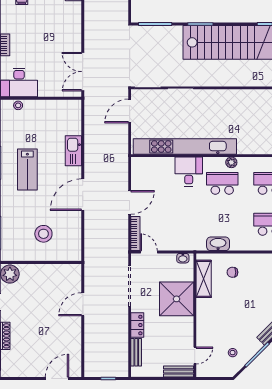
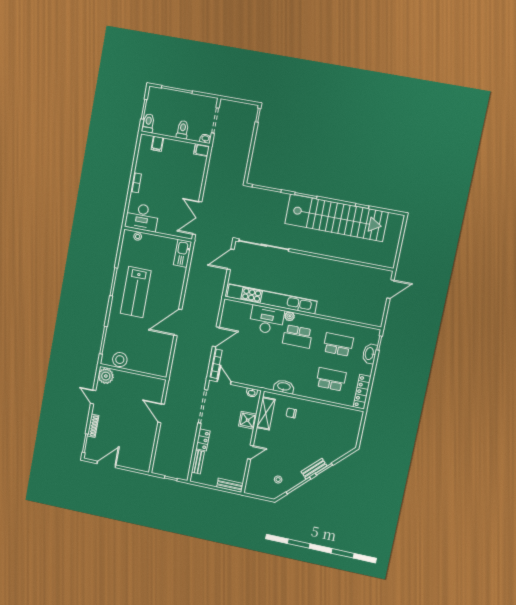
kitchen sink: (73, 151) -> (183, 253), moved
plant: (231, 162) -> (290, 316), moved
lab bench: (27, 169) -> (136, 292), width x1.36, depth x1.39
desk: (189, 172) -> (267, 320), width x1.37
school desk: (222, 183) -> (297, 336), turned 180
stool: (43, 234) -> (120, 360), moved
shower: (177, 299) -> (248, 420), width x0.54, depth x0.54
door: (83, 304) -> (161, 413), hinge flipped
door: (195, 356) -> (250, 452), moved
door: (57, 378) -> (106, 464), moved

